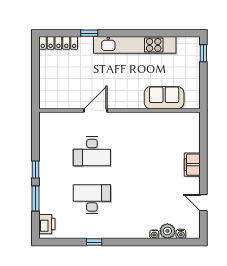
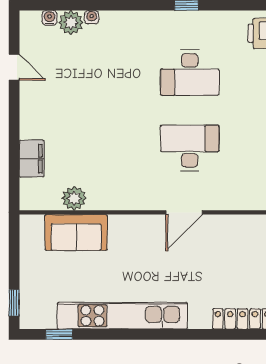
window: (89, 33) -> (59, 334), moved
plant: (165, 119) -> (74, 198), added
filing cabinet: (192, 165) -> (32, 159), moved

